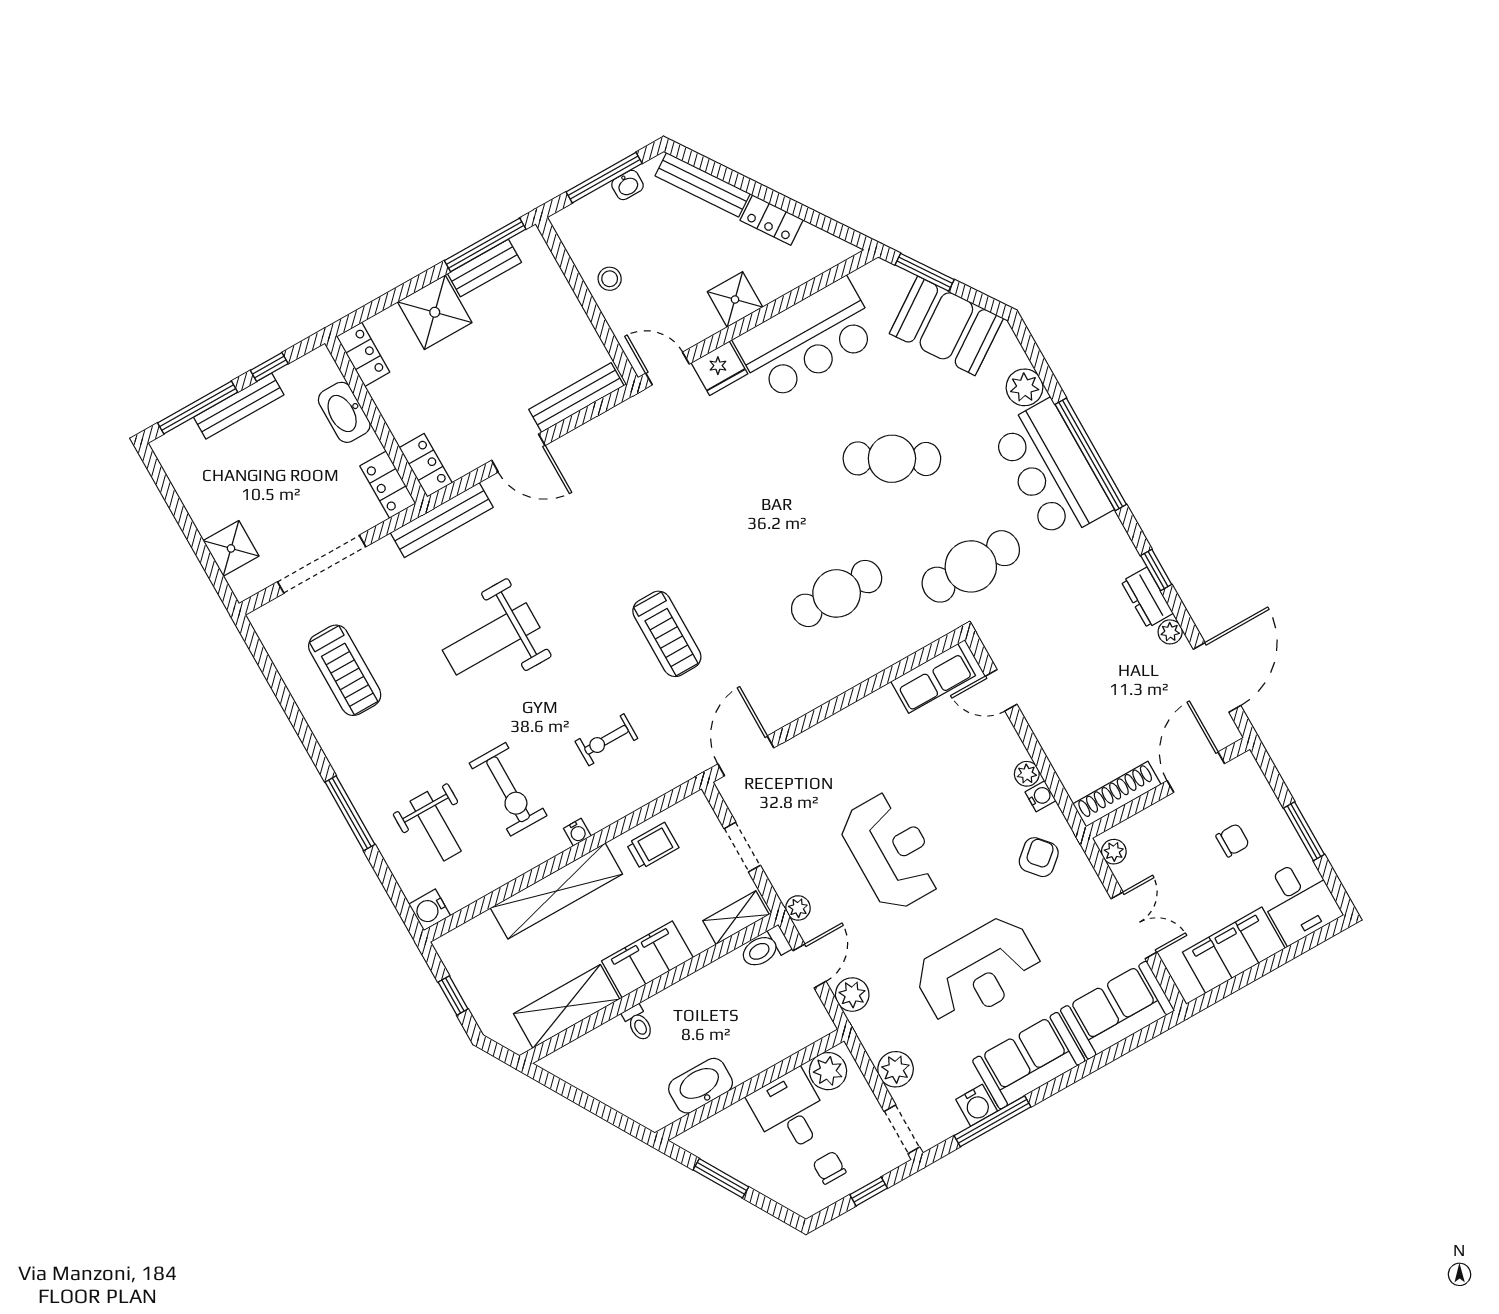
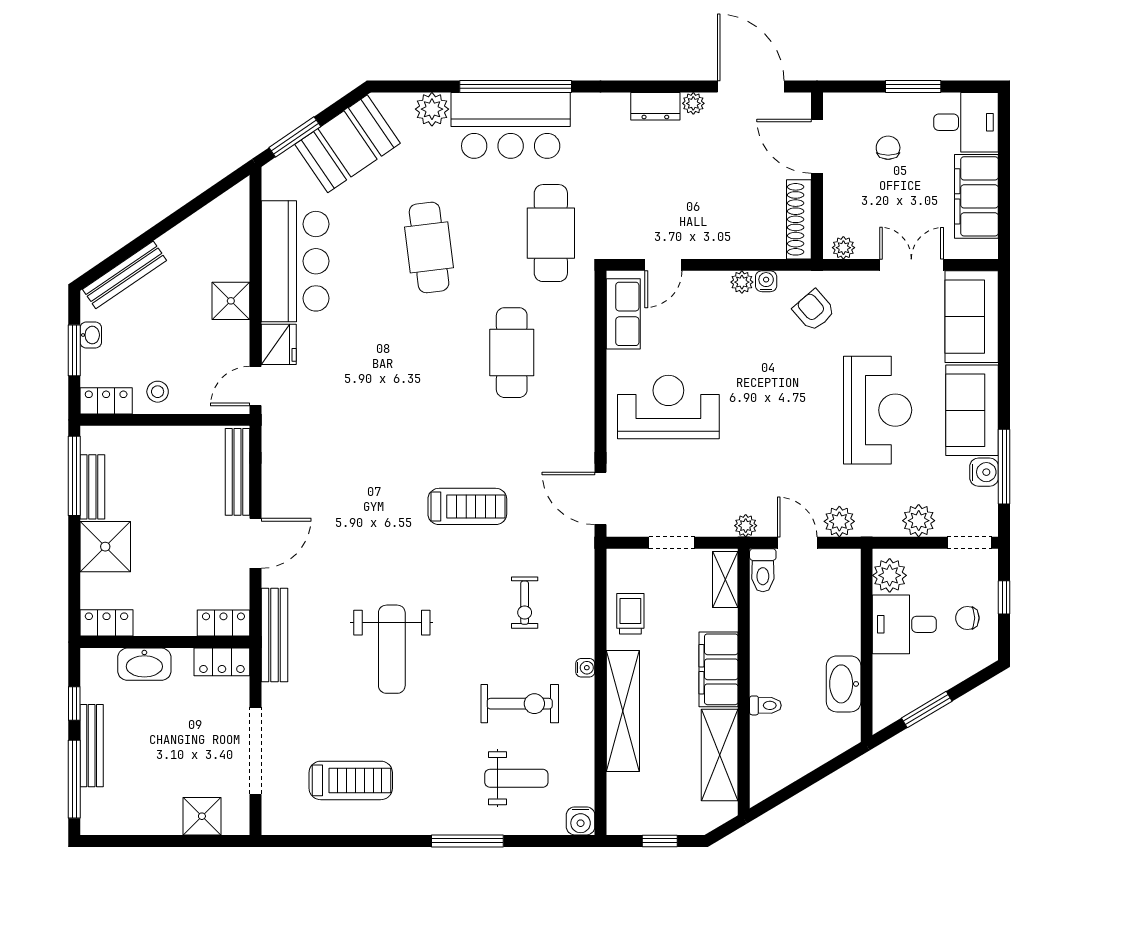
window: (604, 178) -> (74, 350), width x0.69
locker: (772, 220) -> (106, 401), moved, turned -146
cafe table: (892, 459) -> (429, 247), turned -37
window: (1156, 570) -> (637, 87), removed
reception desk: (891, 851) -> (668, 407), moved

